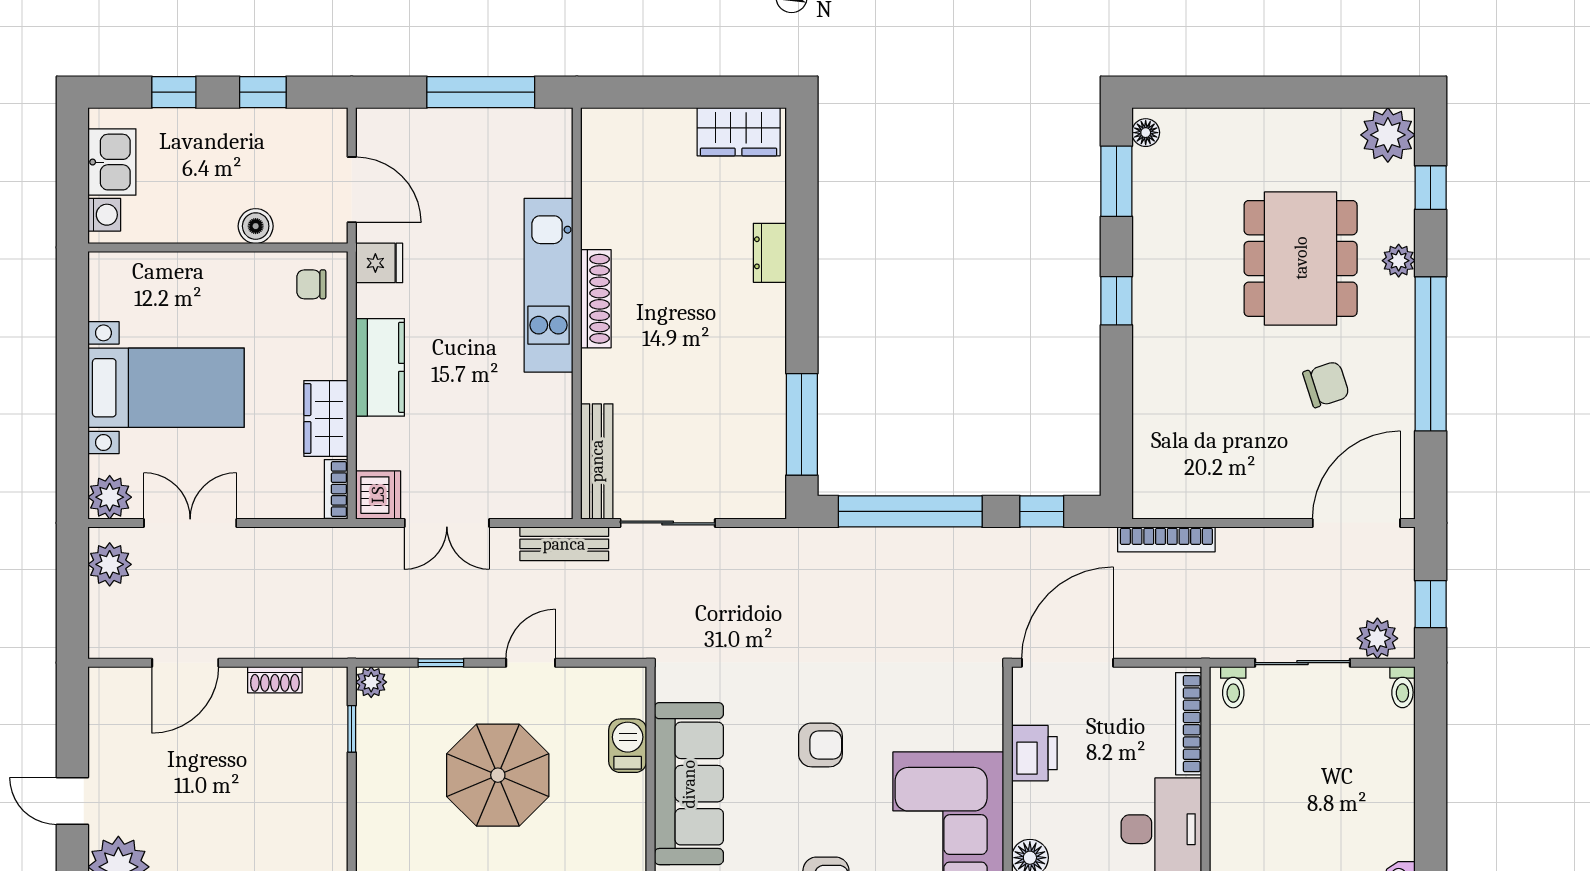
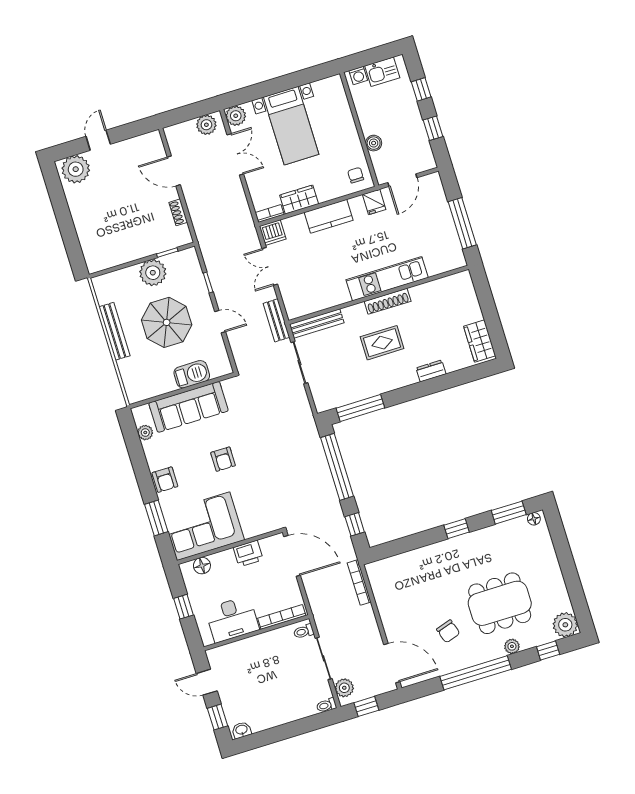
rug: (679, 337) -> (382, 343), added
plant: (371, 682) -> (153, 273), moved, width x1.88, depth x1.88
barbecue: (628, 746) -> (192, 374), width x1.38, depth x1.27

